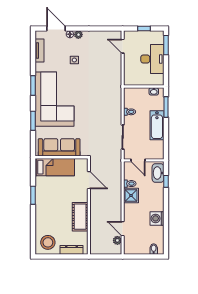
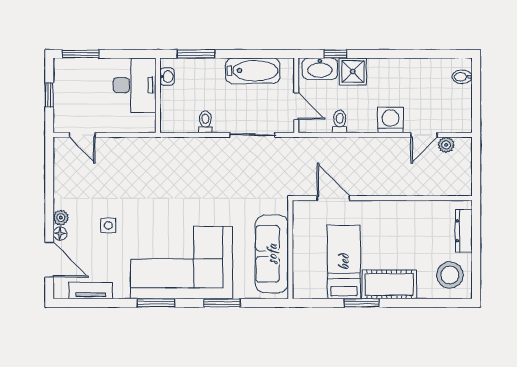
door: (56, 28) -> (49, 260), swing flipped
door: (123, 46) -> (82, 135), hinge flipped
desk: (152, 59) -> (135, 85), moved, turned 90
bathtub: (157, 125) -> (253, 71), moved
door: (138, 160) -> (296, 106), hinge flipped
bed: (55, 167) -> (344, 262), moved
door: (89, 180) -> (333, 198), hinge flipped
shower: (131, 195) -> (353, 71), moved
cot: (80, 217) -> (389, 284), moved
washing machine: (157, 218) -> (390, 120), moved, turned 180

